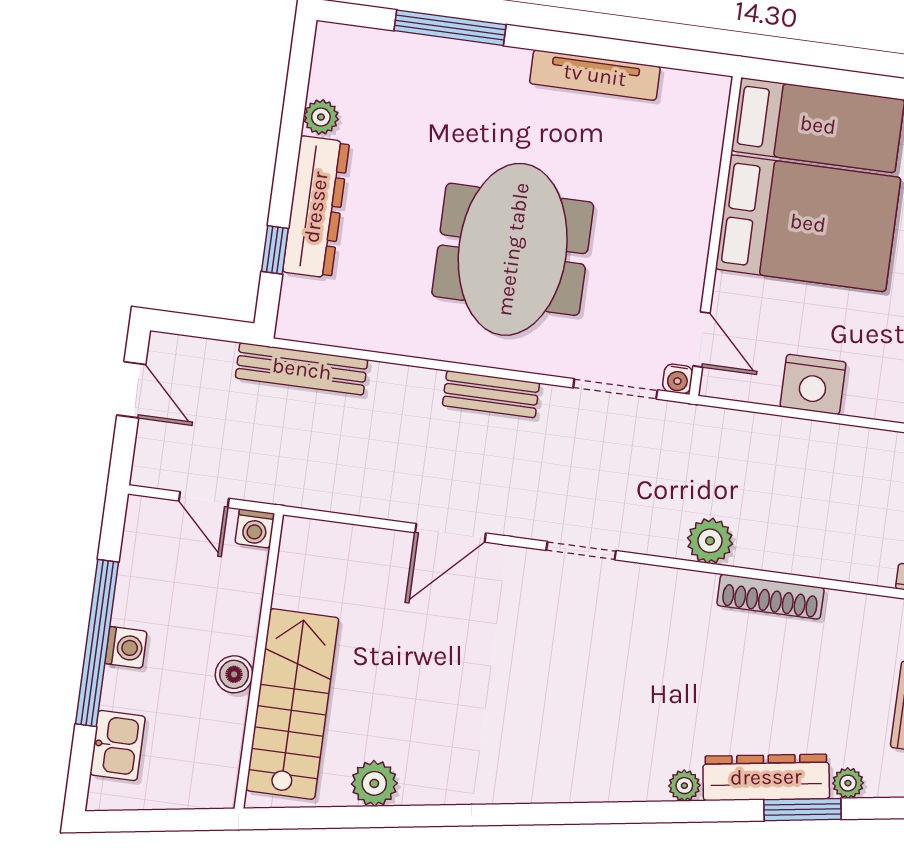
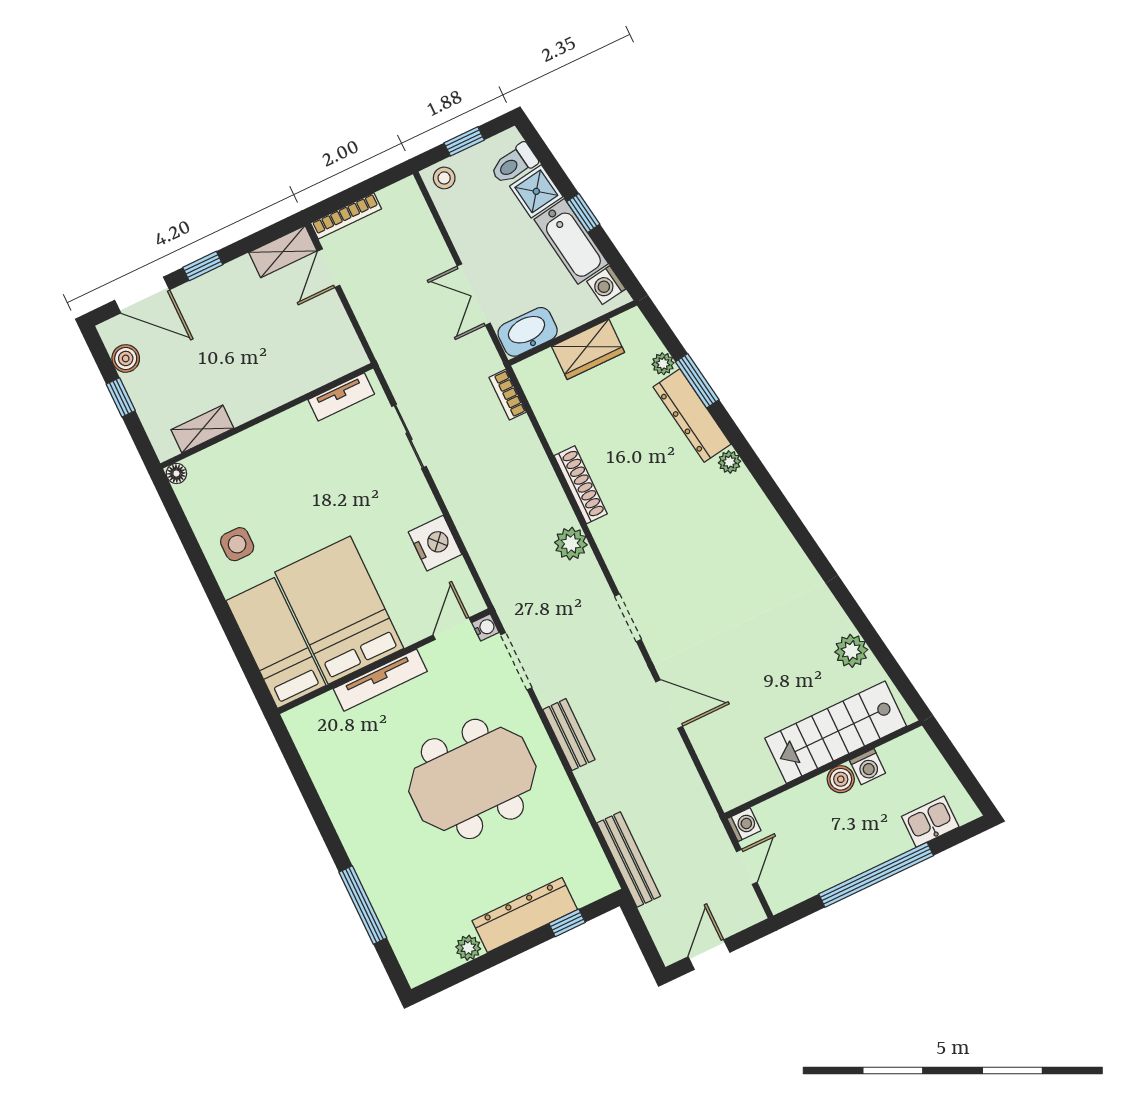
tv unit: (595, 75) -> (380, 680), moved, turned 90
washing machine: (126, 647) -> (868, 767), moved, turned 180

